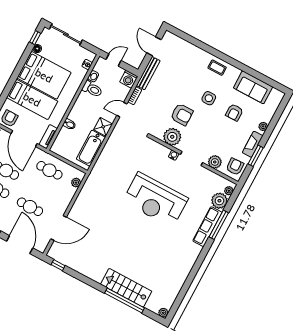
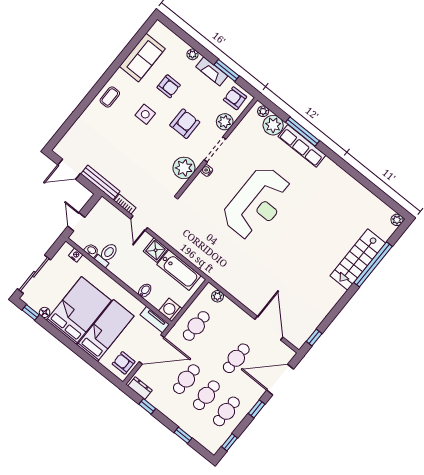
washing machine: (129, 79) -> (170, 310), moved, turned 180
armchair: (182, 115) -> (185, 124), moved

